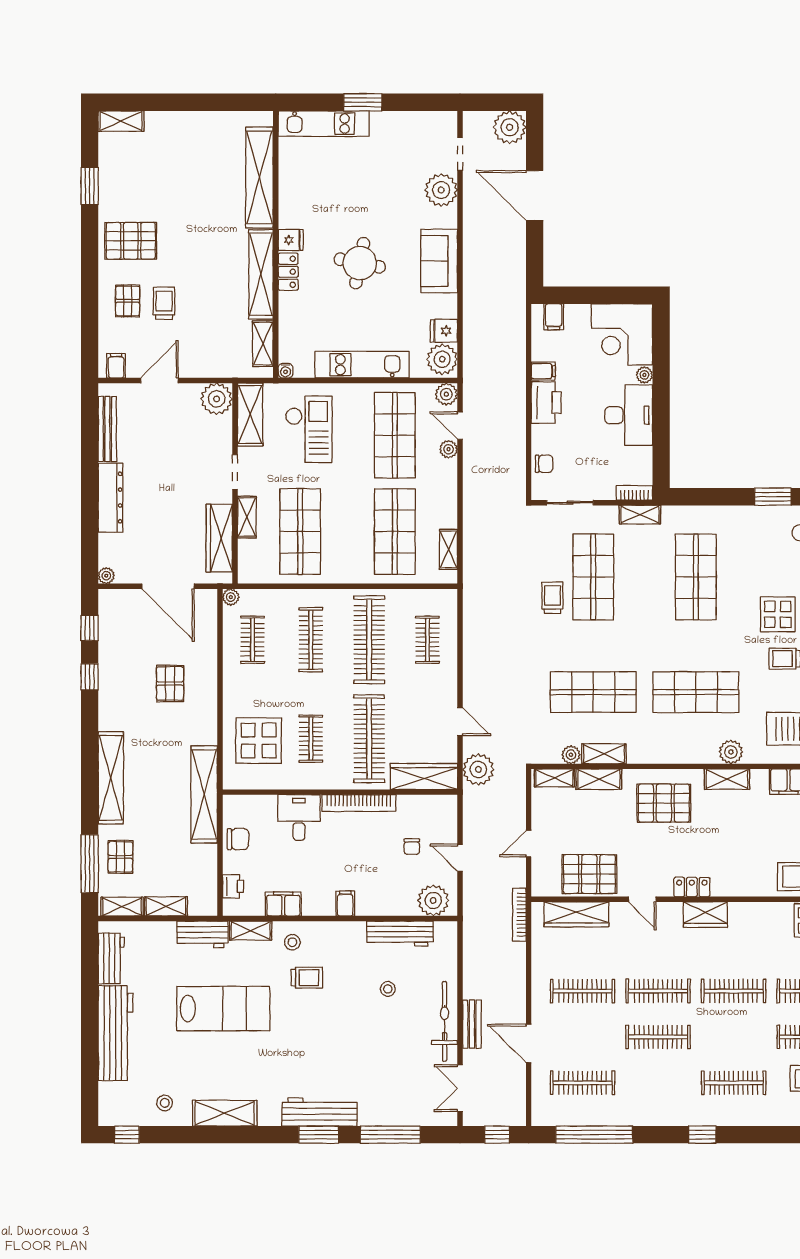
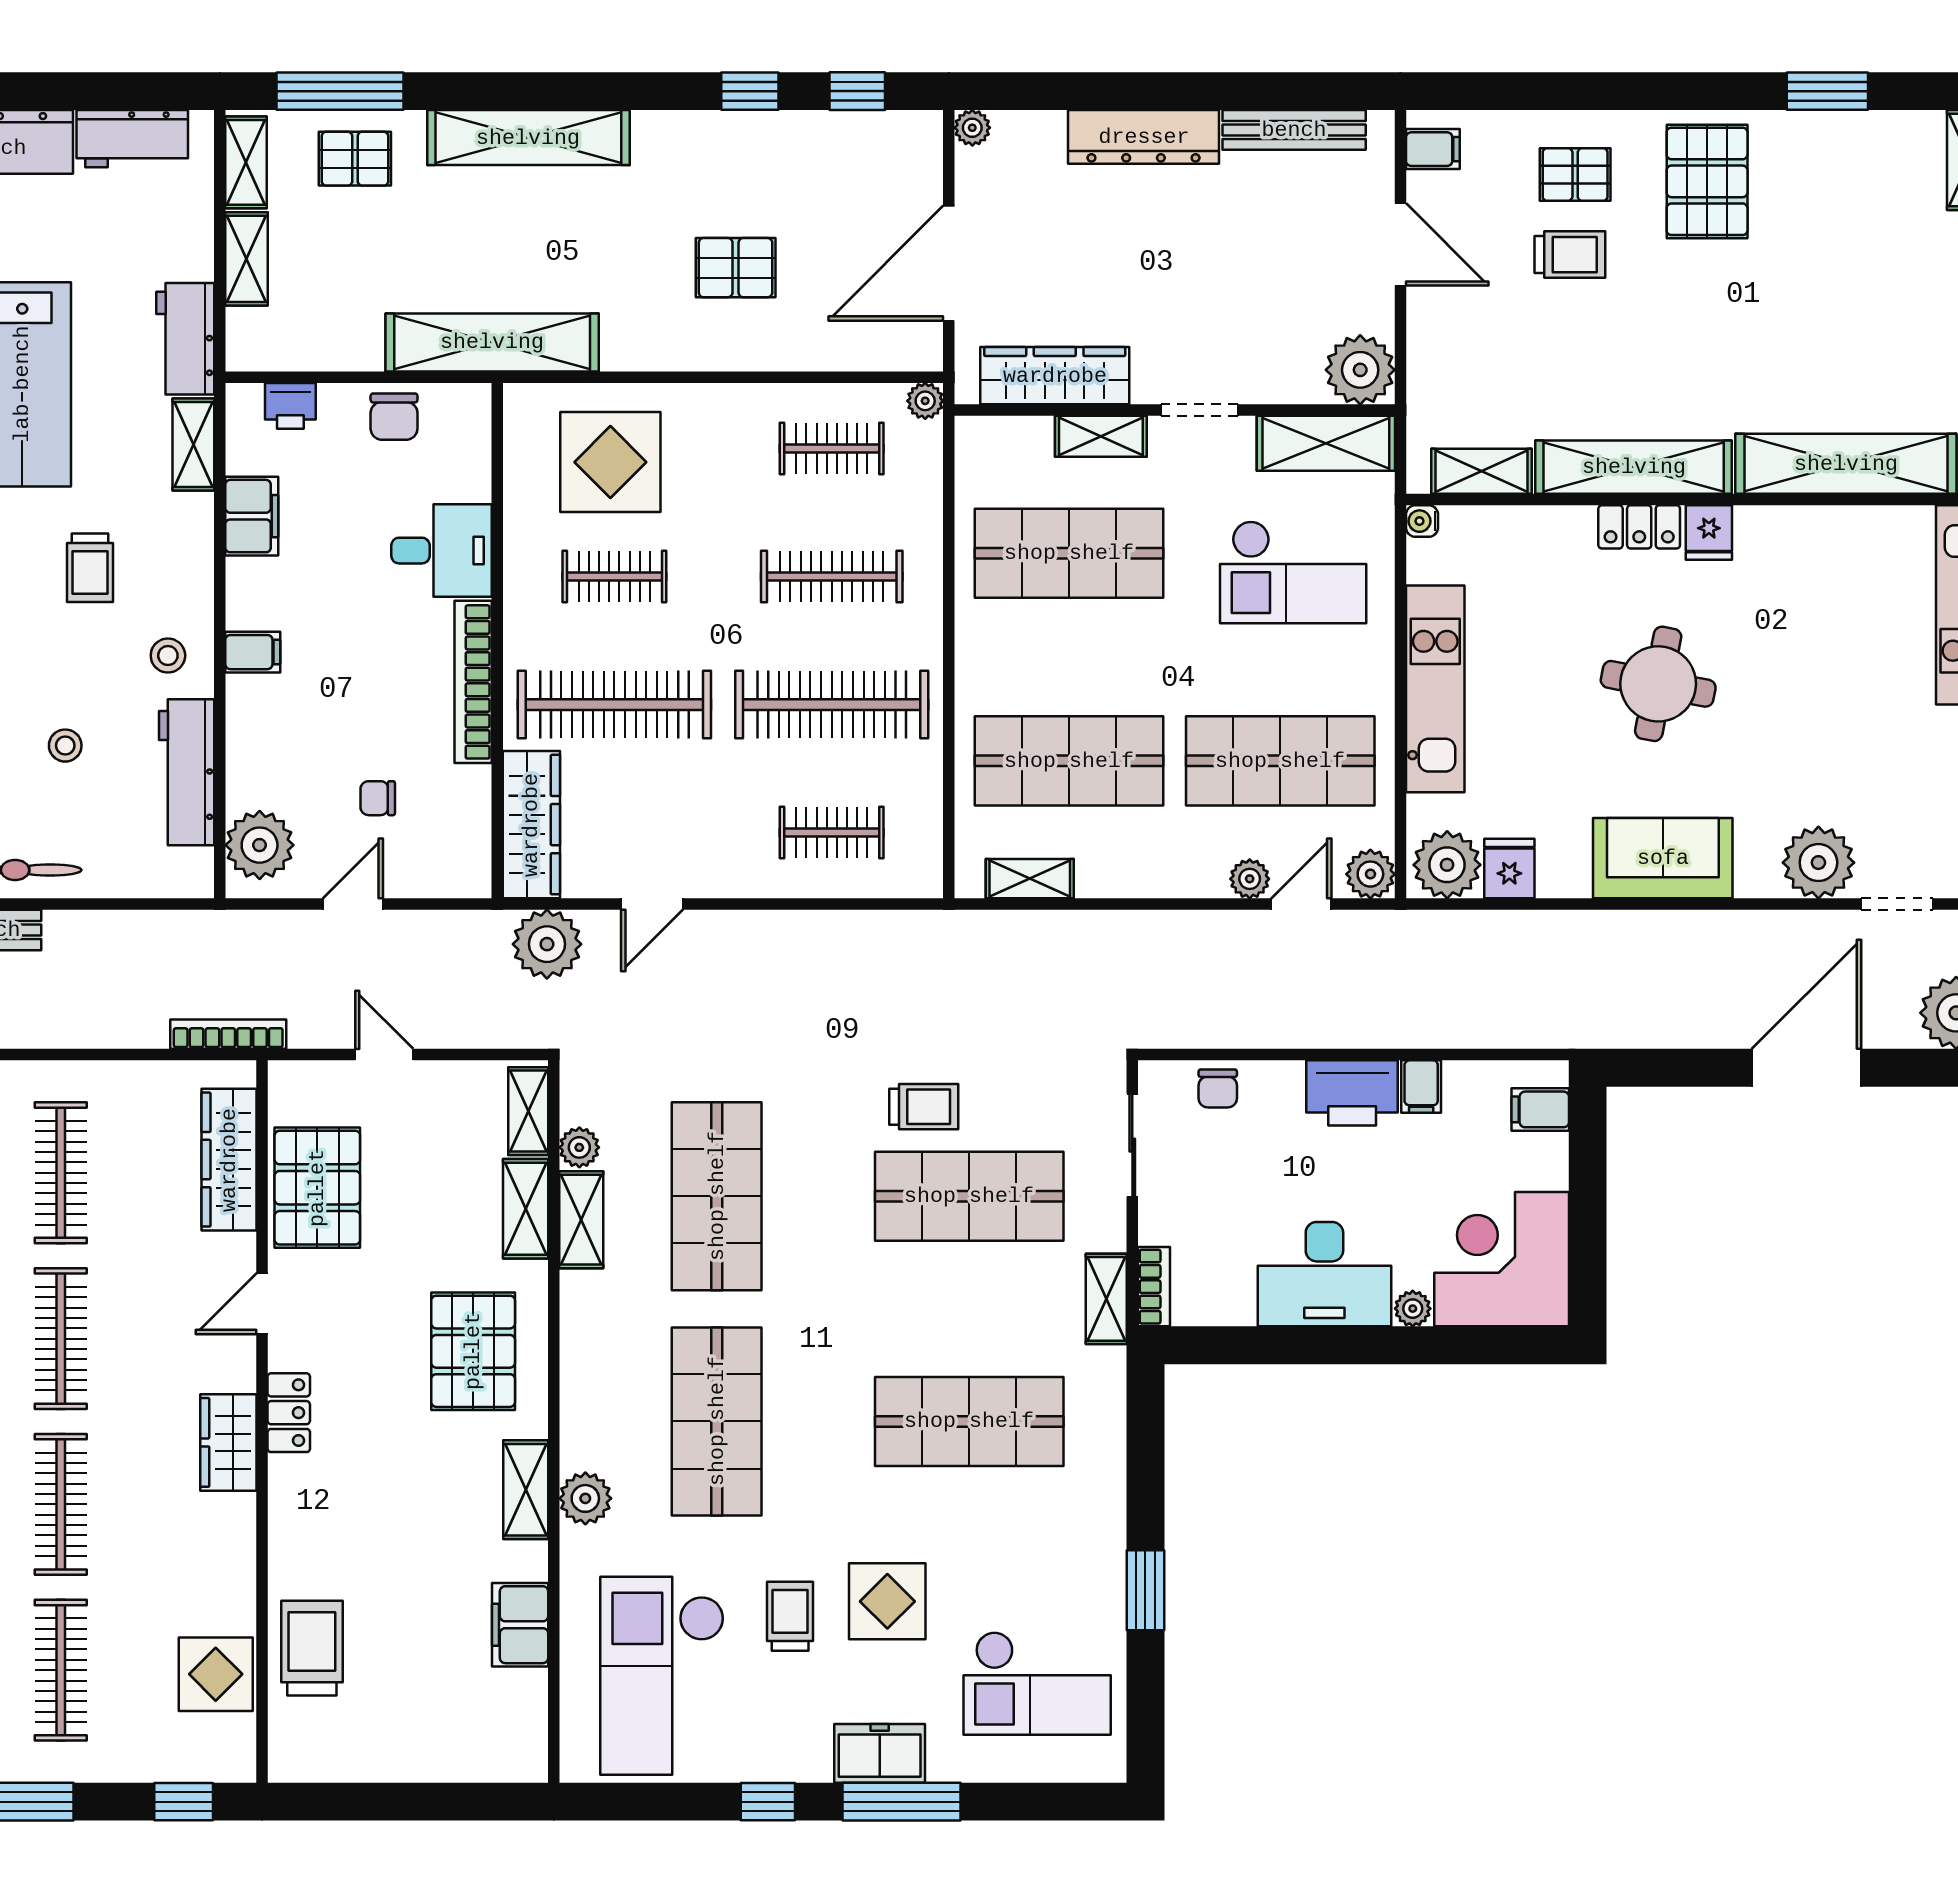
stool: (292, 942) -> (168, 656), moved

